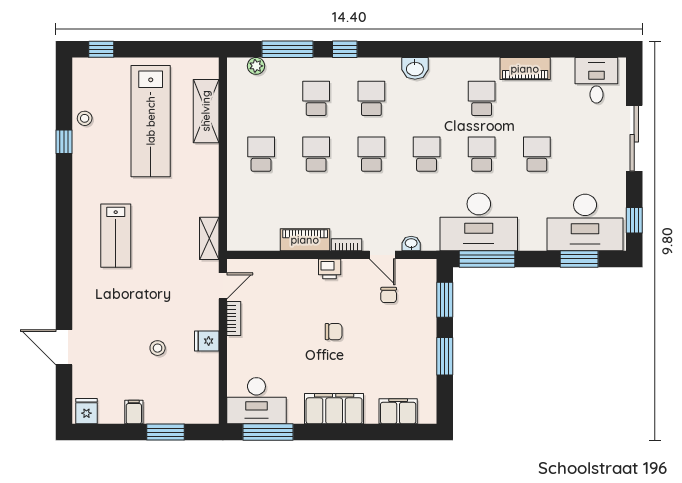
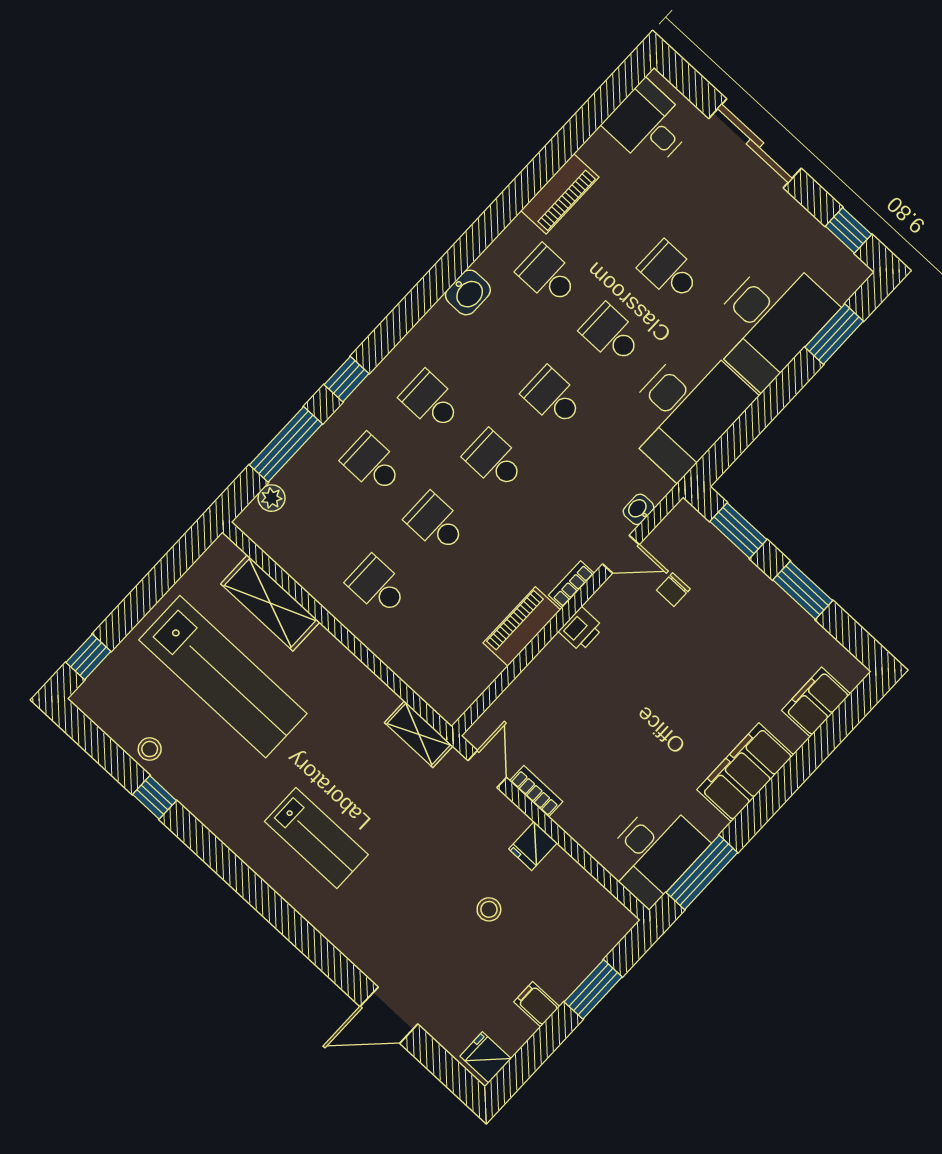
washbasin: (415, 68) -> (468, 292), moved
desk: (585, 222) -> (769, 321), moved
window: (487, 259) -> (737, 439), removed
chair: (389, 295) -> (673, 590), turned 90
chair: (334, 332) -> (657, 691), removed

